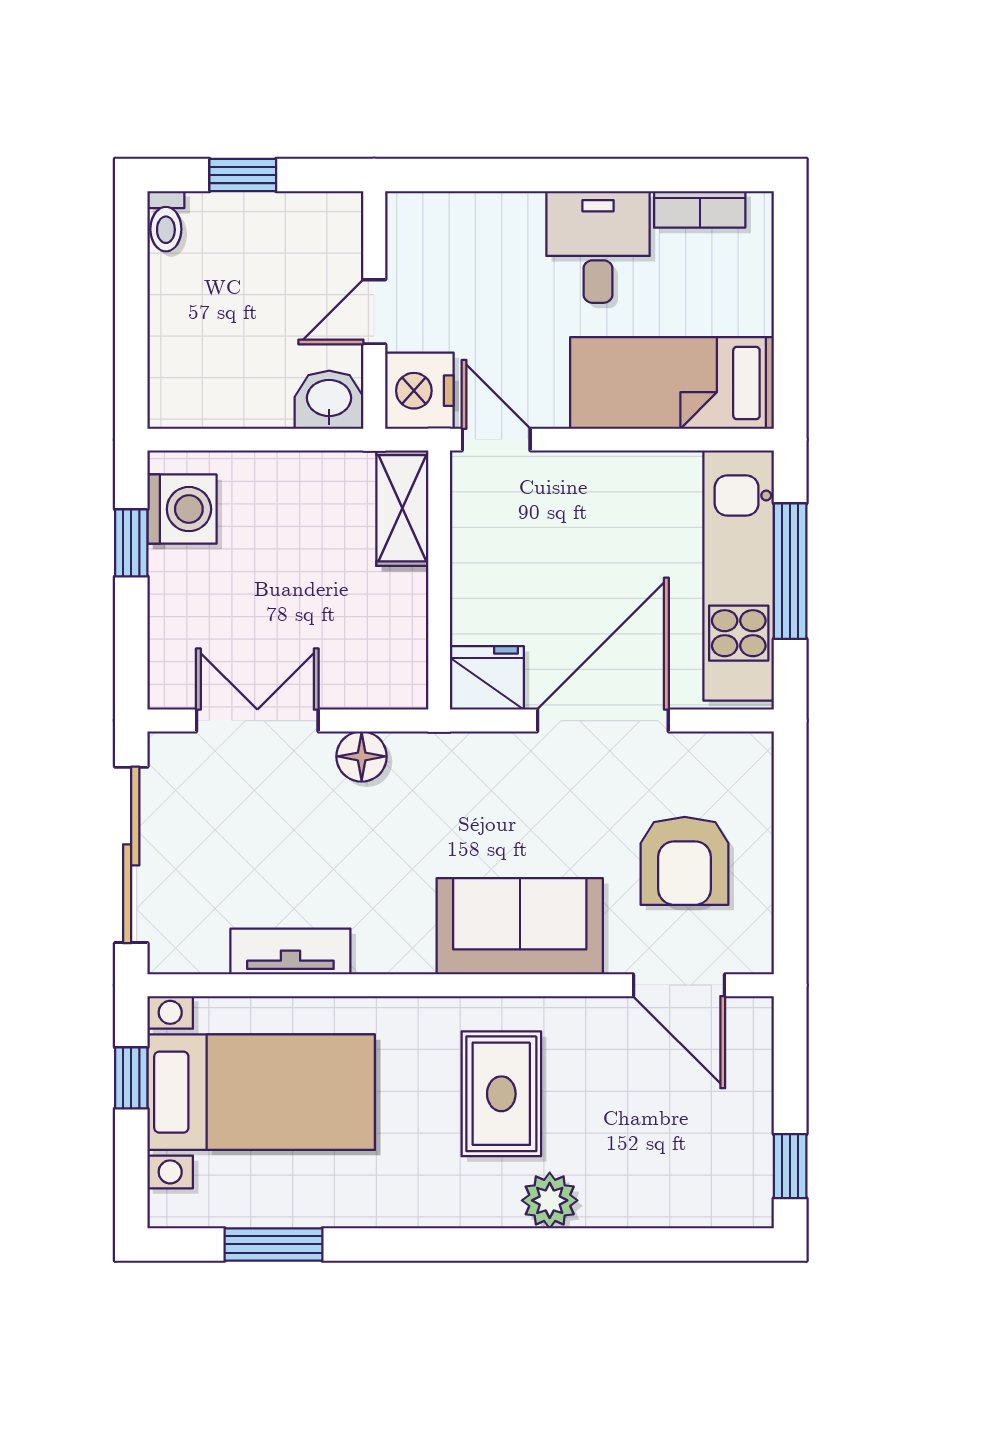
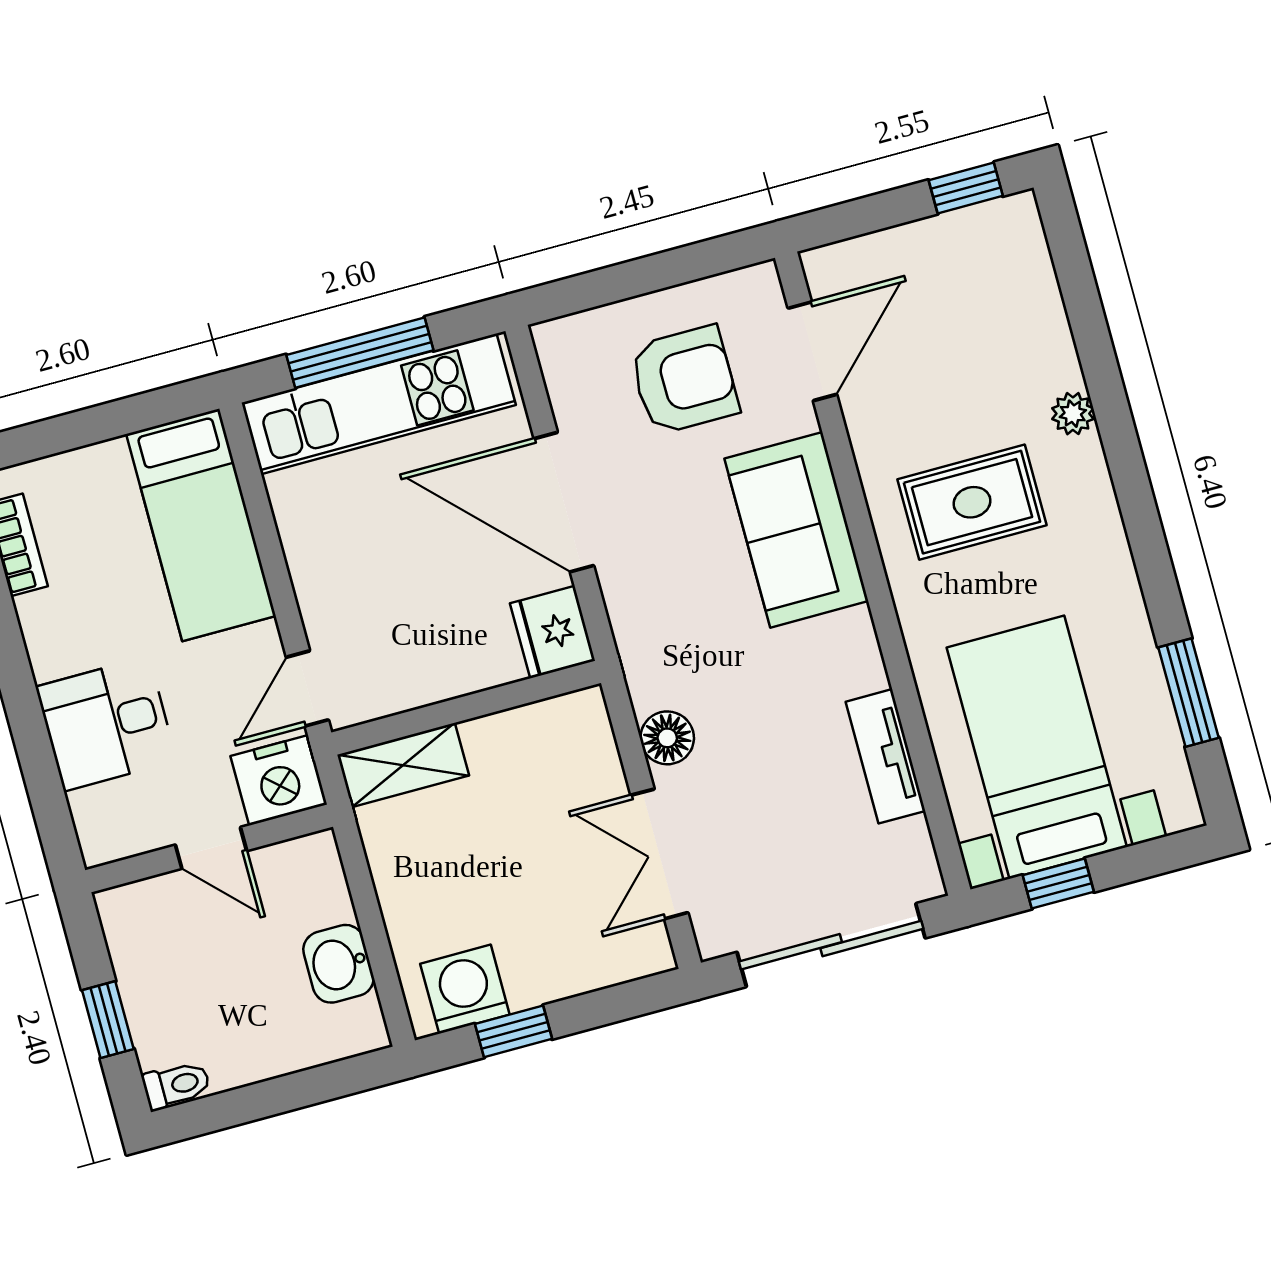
desk: (598, 247) -> (106, 724), moved
washbasin: (329, 400) -> (338, 964), moved
plant: (550, 1200) -> (1073, 414), width x0.73, depth x0.73

